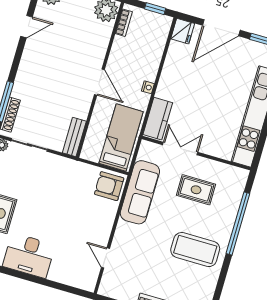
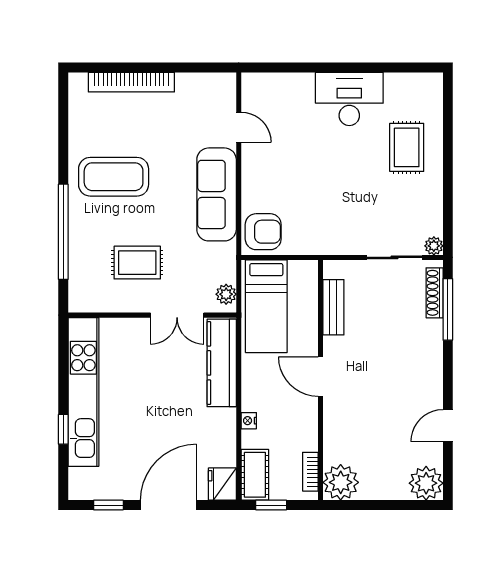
cot: (160, 31) -> (255, 475), added
nightstand: (148, 87) -> (249, 421), moved
kitchen counter: (158, 119) -> (222, 363), width x1.50
bench: (74, 137) -> (333, 307), moved
plant: (145, 153) -> (226, 294), added
sofa: (140, 192) -> (217, 194), moved

